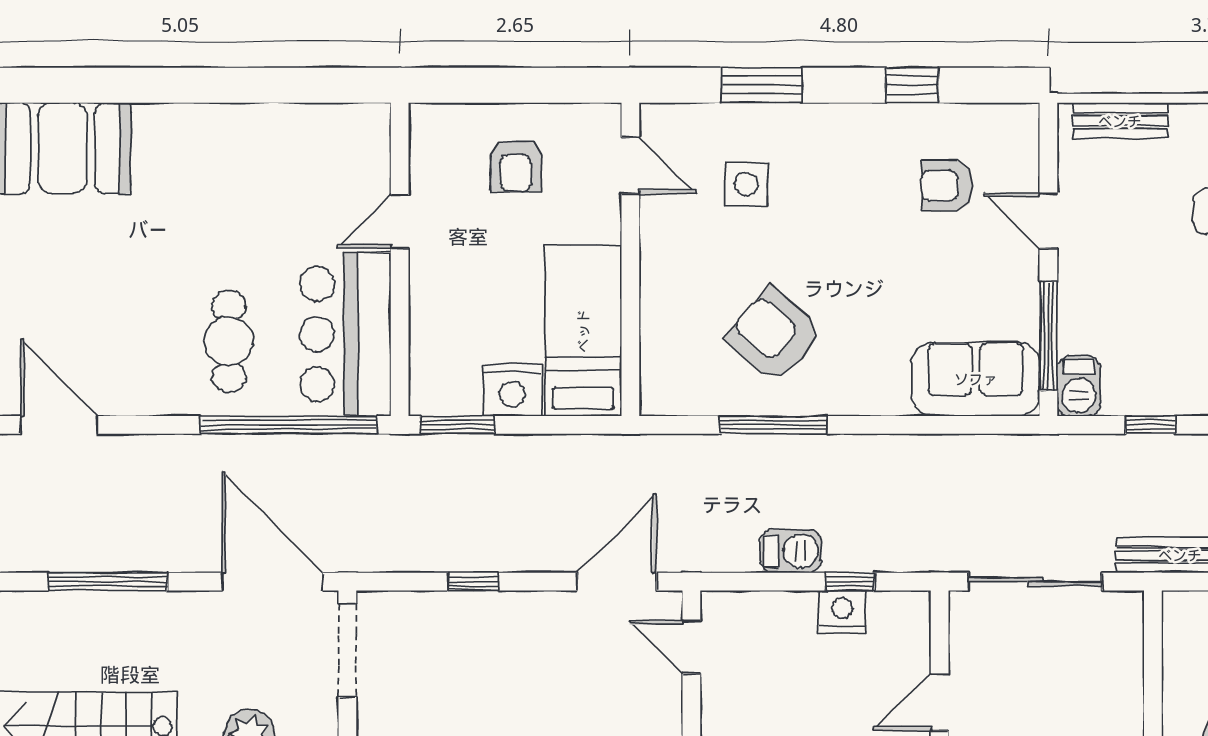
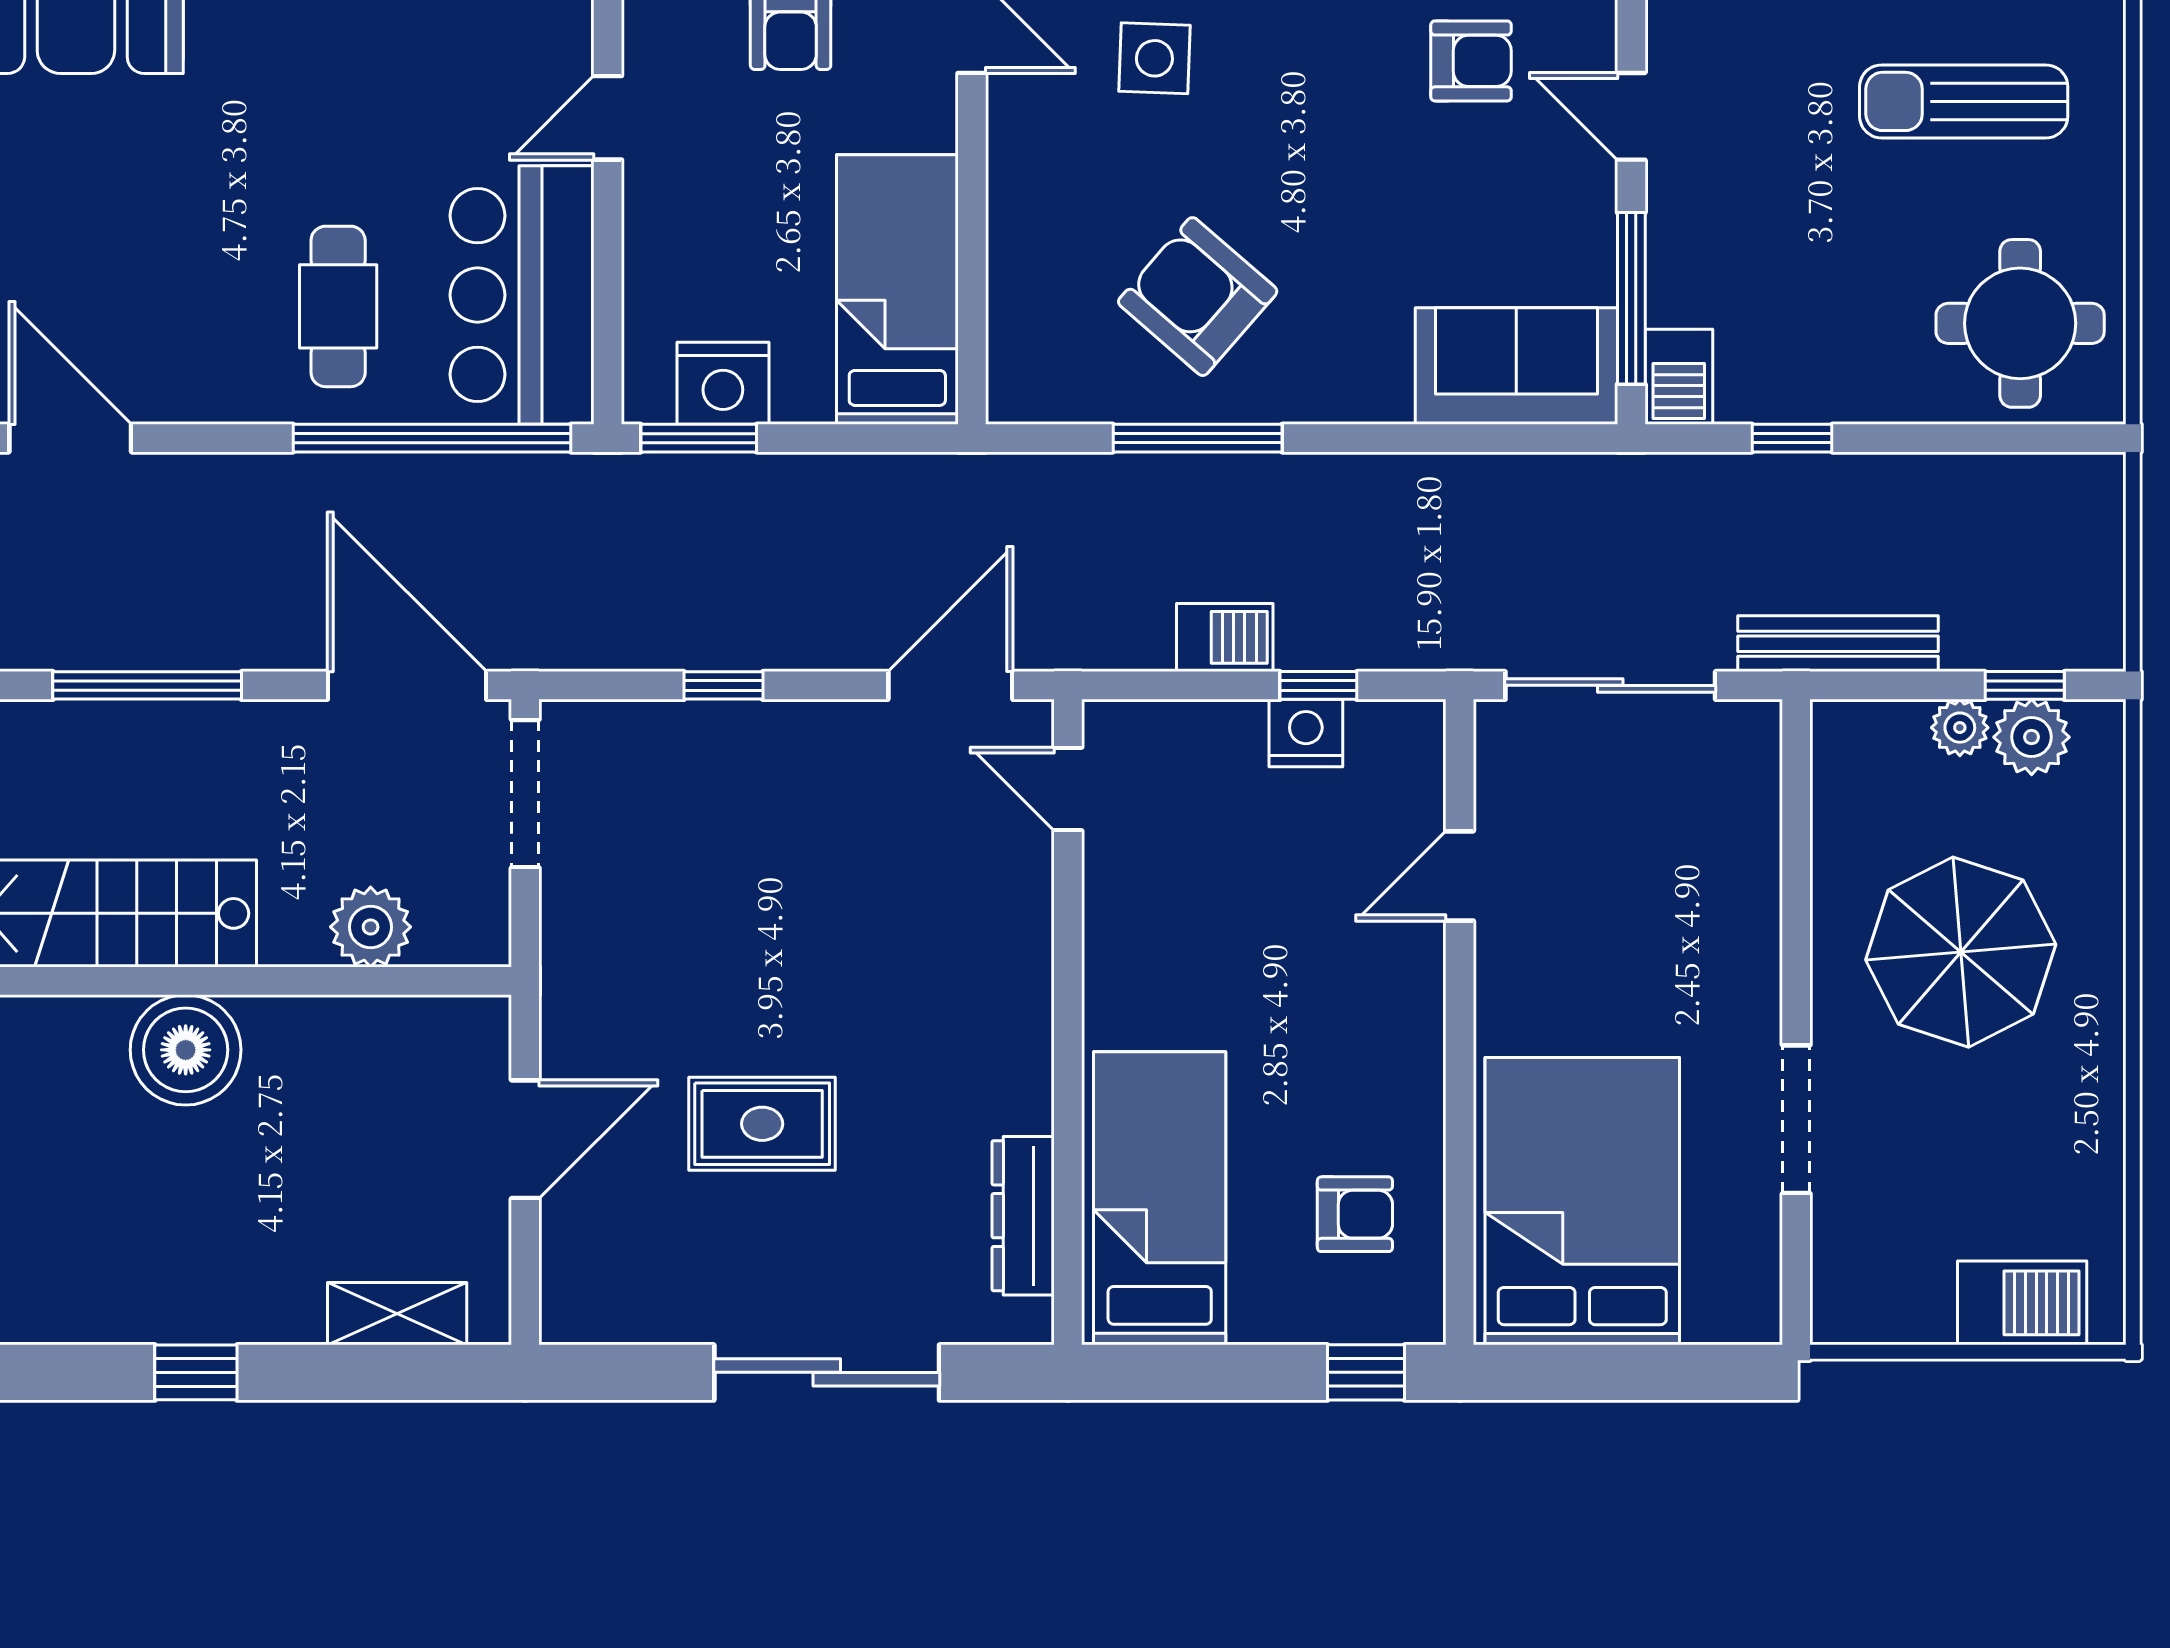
armchair: (947, 186) -> (1471, 61), turned 180
nightstand: (512, 390) -> (723, 383), moved

